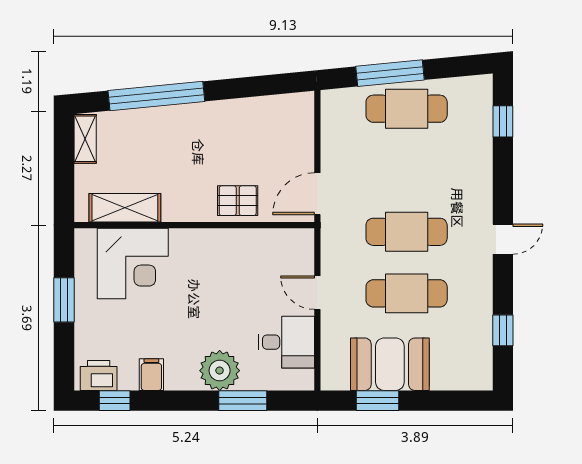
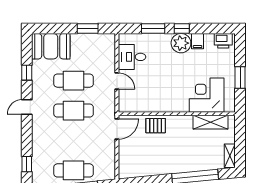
window: (503, 330) -> (27, 73), moved
booth: (390, 364) -> (51, 46), moved
plant: (220, 371) -> (181, 43), moved
window: (115, 401) -> (182, 28), moved

